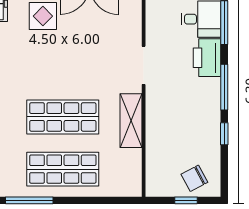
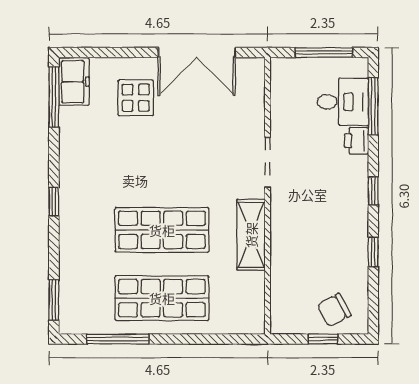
printer: (207, 58) -> (356, 141), width x0.53, depth x0.68
window: (224, 87) -> (373, 191), width x0.46

